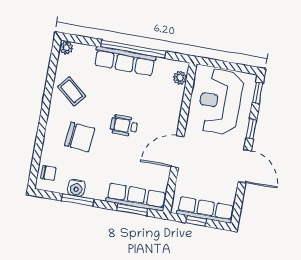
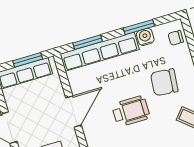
wheelchair: (124, 126) -> (131, 111), width x1.36, depth x1.37
row of seats: (136, 197) -> (100, 52), width x1.36
window: (196, 221) -> (28, 60), width x1.50

